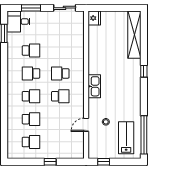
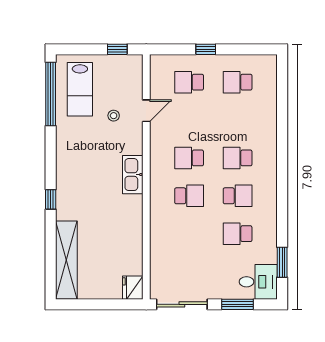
sliding door: (65, 8) -> (182, 304), width x1.37
school desk: (31, 119) -> (189, 82), moved

